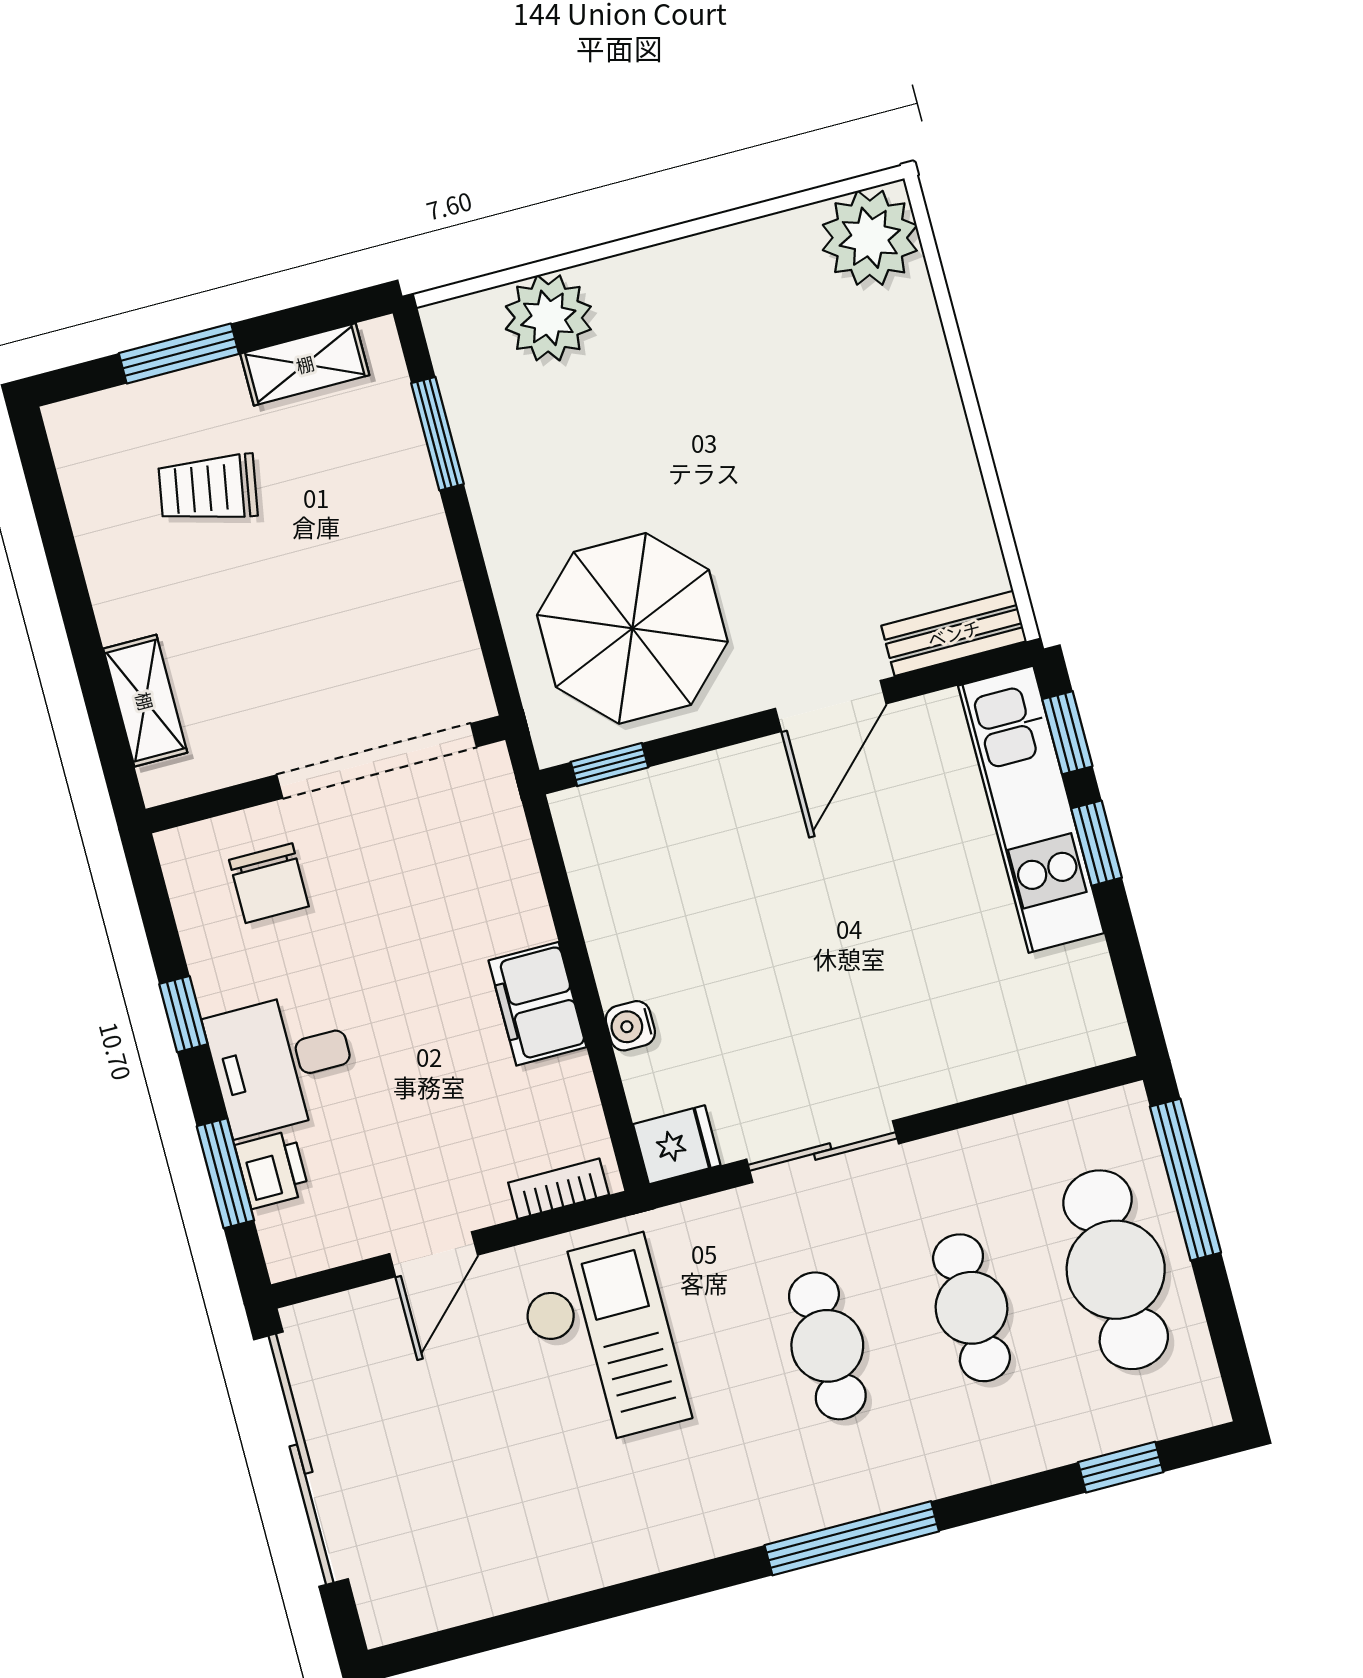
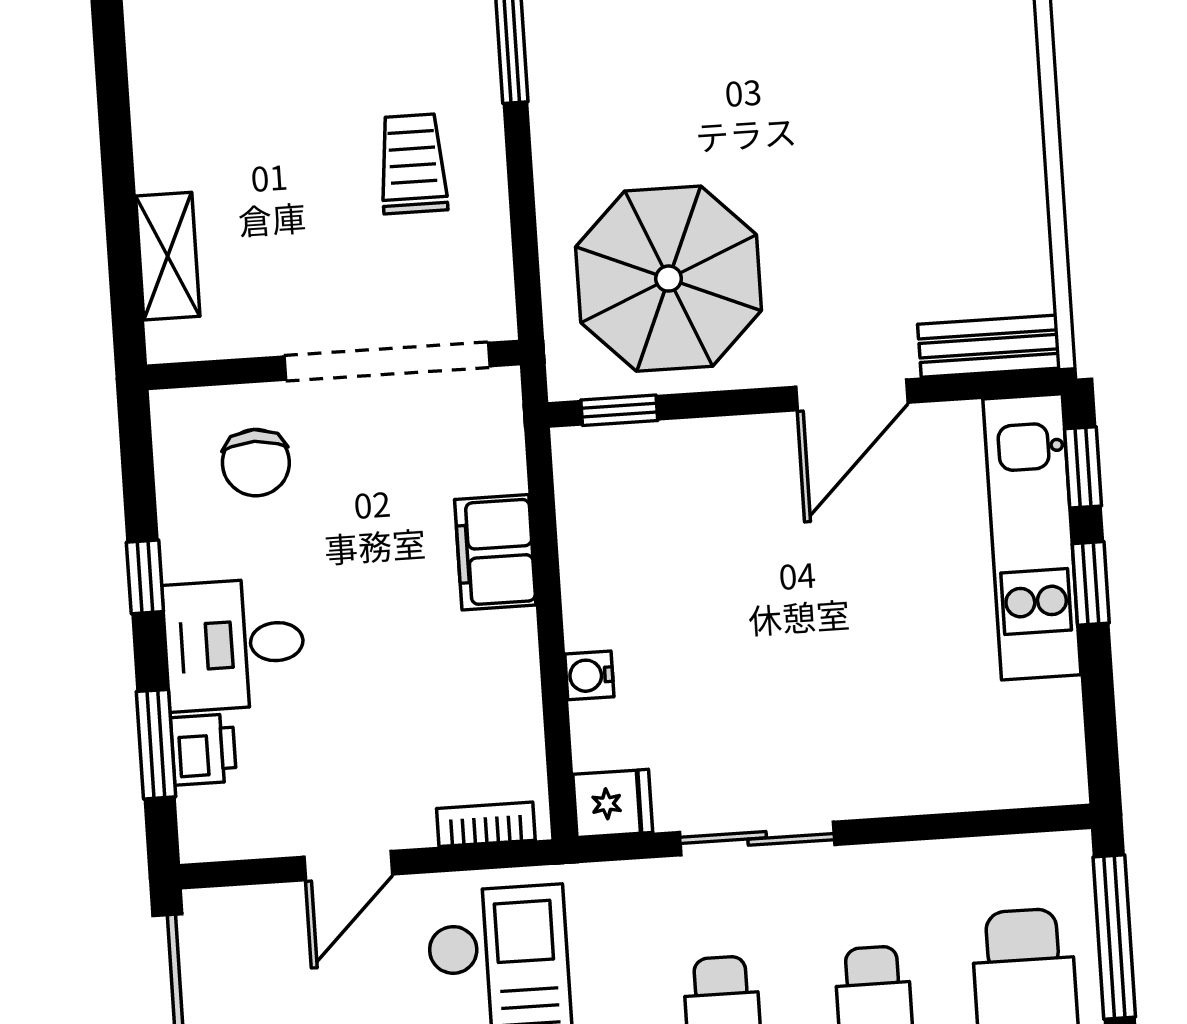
trolley: (208, 488) -> (413, 164), moved, turned 80
filing cabinet: (538, 1004) -> (495, 552), moved

